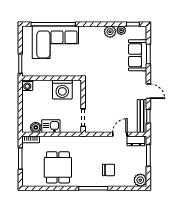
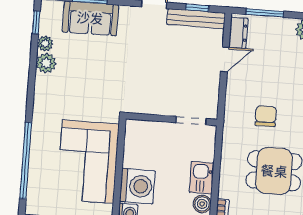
corner sofa: (55, 42) -> (88, 161), moved, turned 180
washing machine: (62, 89) -> (137, 186), moved
door: (120, 134) -> (225, 59), swing flipped
chair: (109, 170) -> (266, 116), moved

